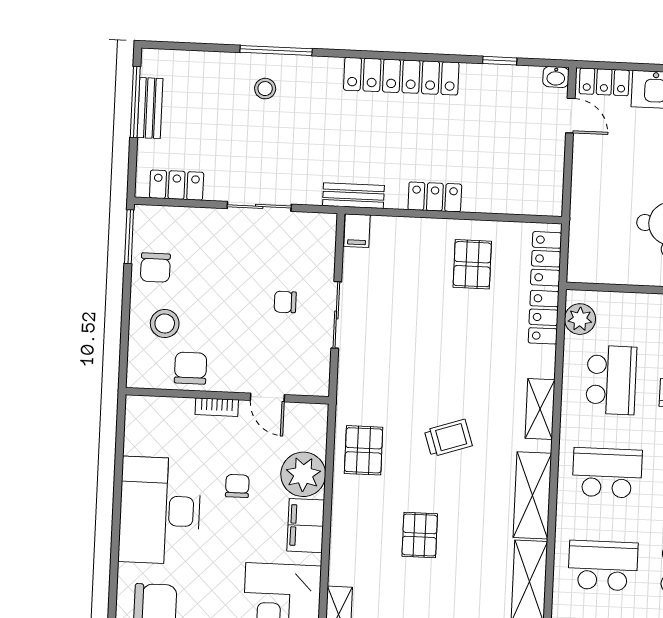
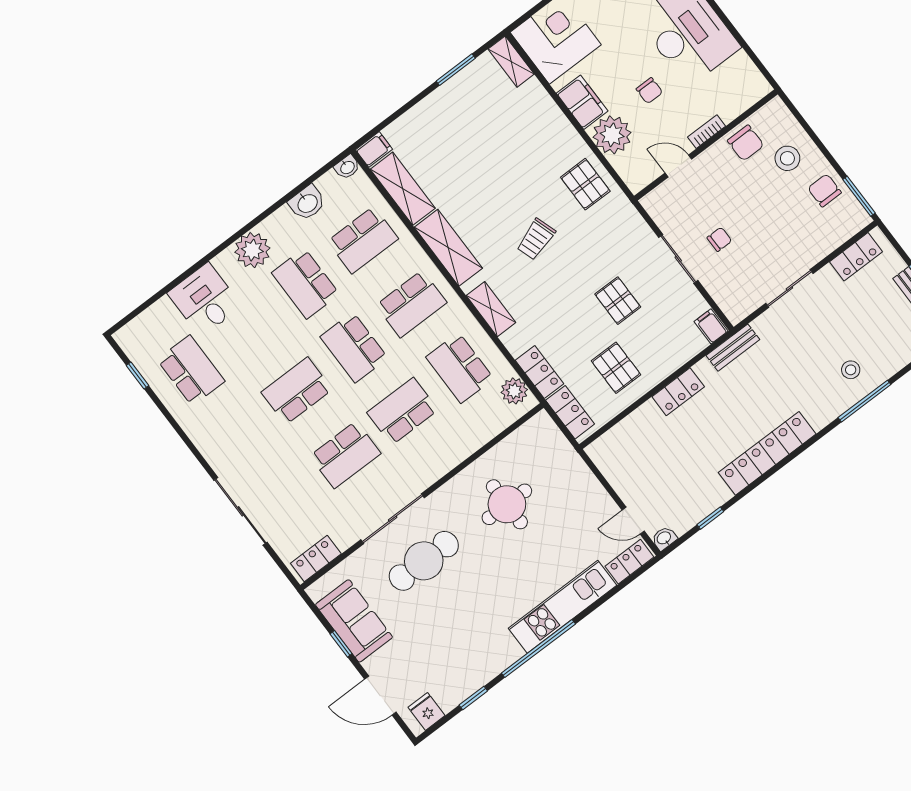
pallet: (420, 535) -> (618, 301), moved

